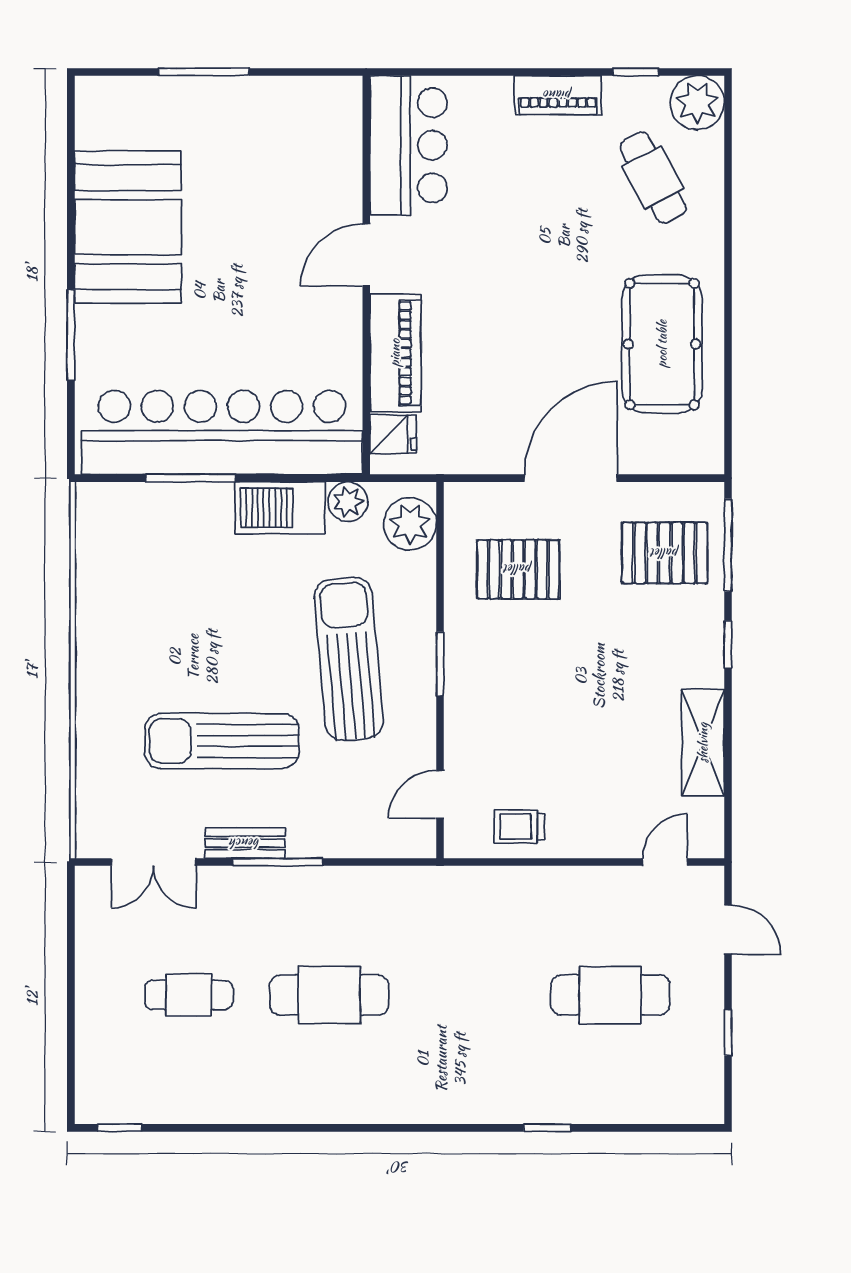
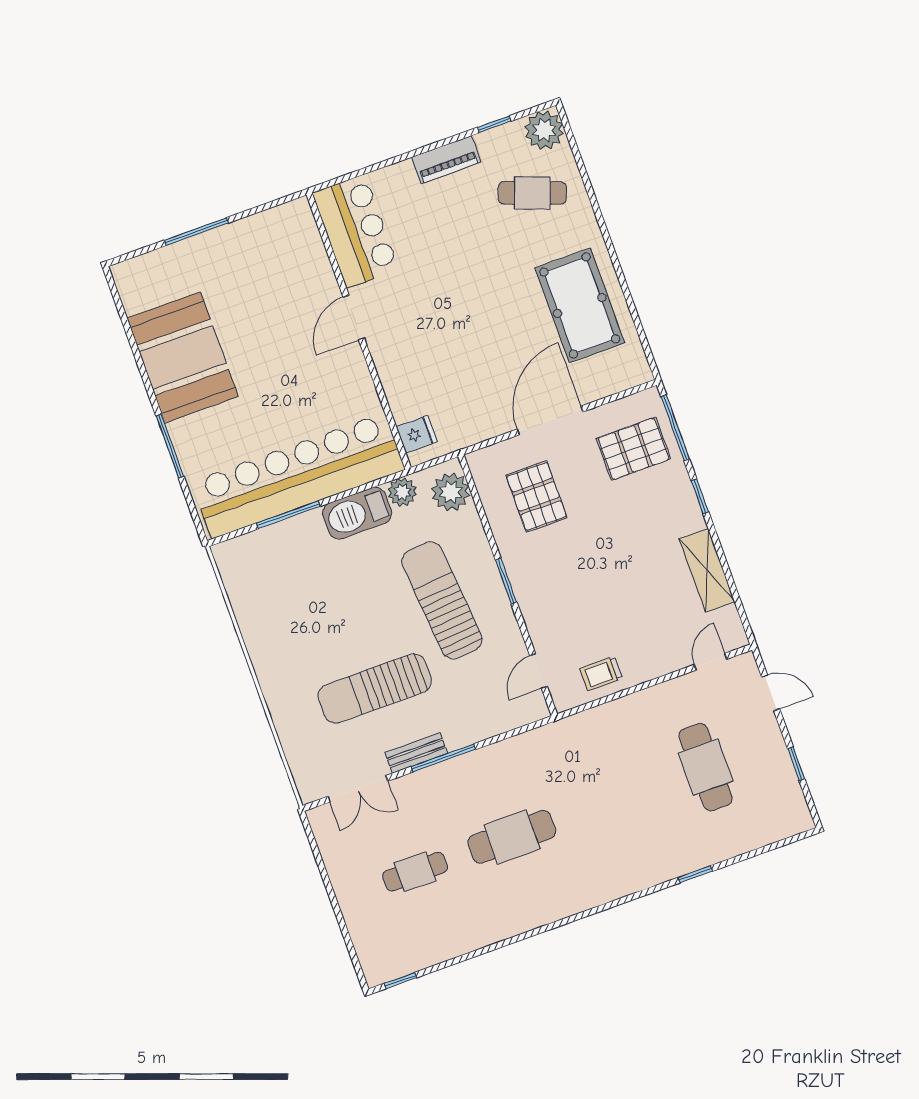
cafe table: (653, 178) -> (532, 193), turned -42
piano: (395, 353) -> (398, 378), removed
pallet: (518, 569) -> (537, 496), turned 90
cafe table: (610, 995) -> (706, 767), turned 90

